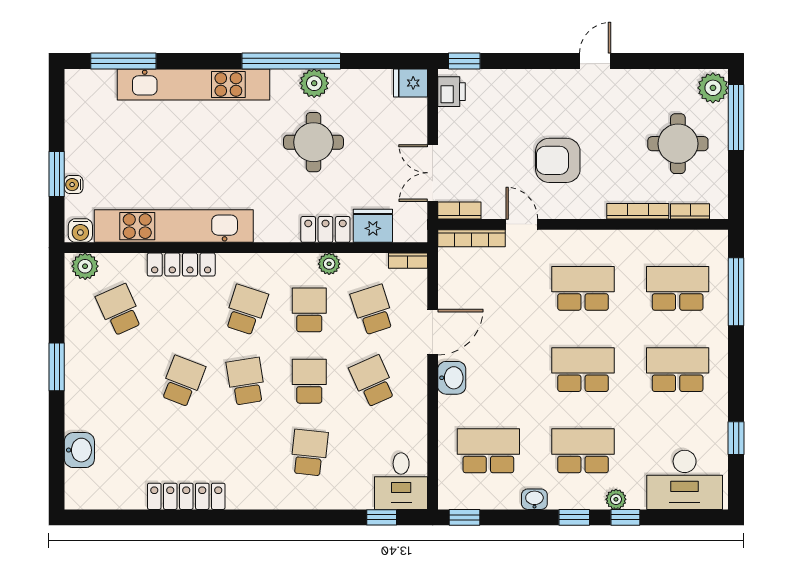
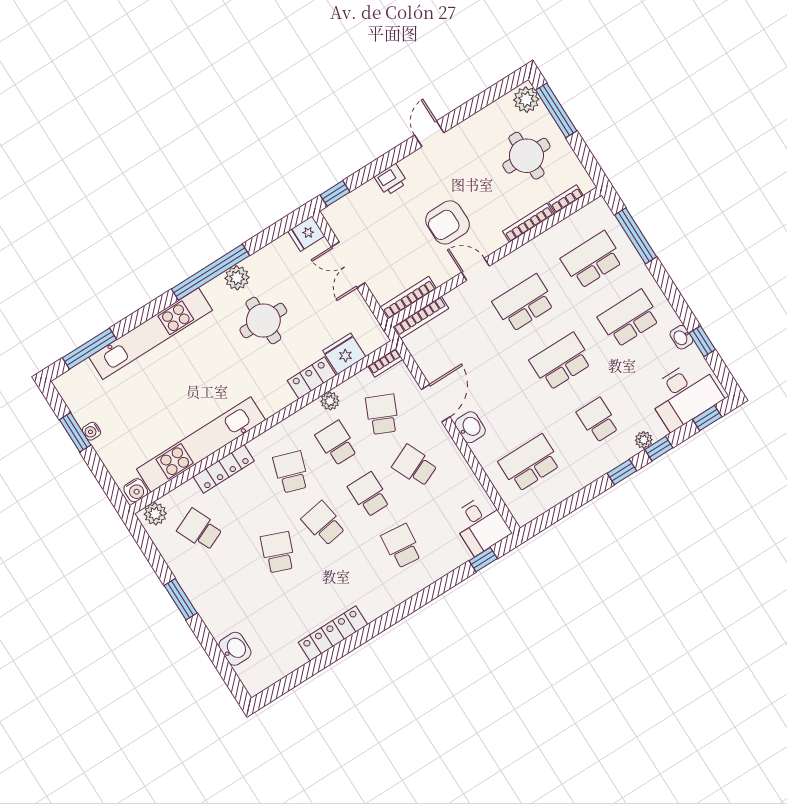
printer: (451, 92) -> (391, 180), moved, turned 90
double door: (433, 173) -> (348, 265), moved
window: (57, 174) -> (75, 432), moved
water cooler: (74, 185) -> (92, 431), moved
bookcase: (459, 211) -> (408, 298), width x1.56
door: (522, 224) -> (475, 269), moved
school desk: (373, 310) -> (382, 414), turned 42
school desk: (583, 451) -> (598, 420), width x0.54
washbasin: (534, 499) -> (681, 337), moved, turned -90
window: (464, 517) -> (707, 418), moved

